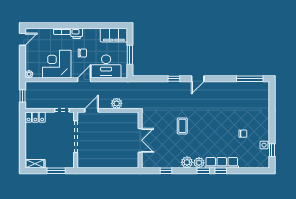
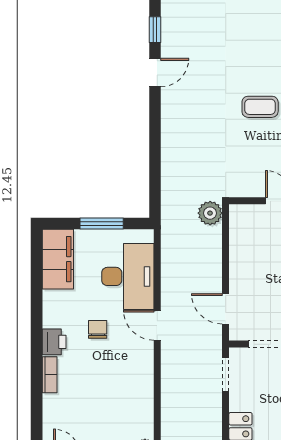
corner desk: (57, 64) -> (123, 386), removed
window: (174, 79) -> (155, 30), moved
door: (198, 79) -> (155, 73), hinge flipped
plant: (117, 103) -> (210, 213), moved

